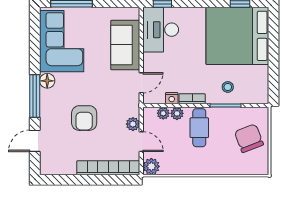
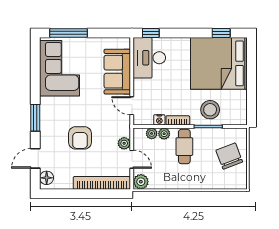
floor lamp: (47, 81) -> (47, 178), moved
door: (141, 83) -> (132, 106), swing flipped
stool: (228, 87) -> (210, 110), width x1.89, depth x1.89
window: (35, 96) -> (35, 118), width x0.69

